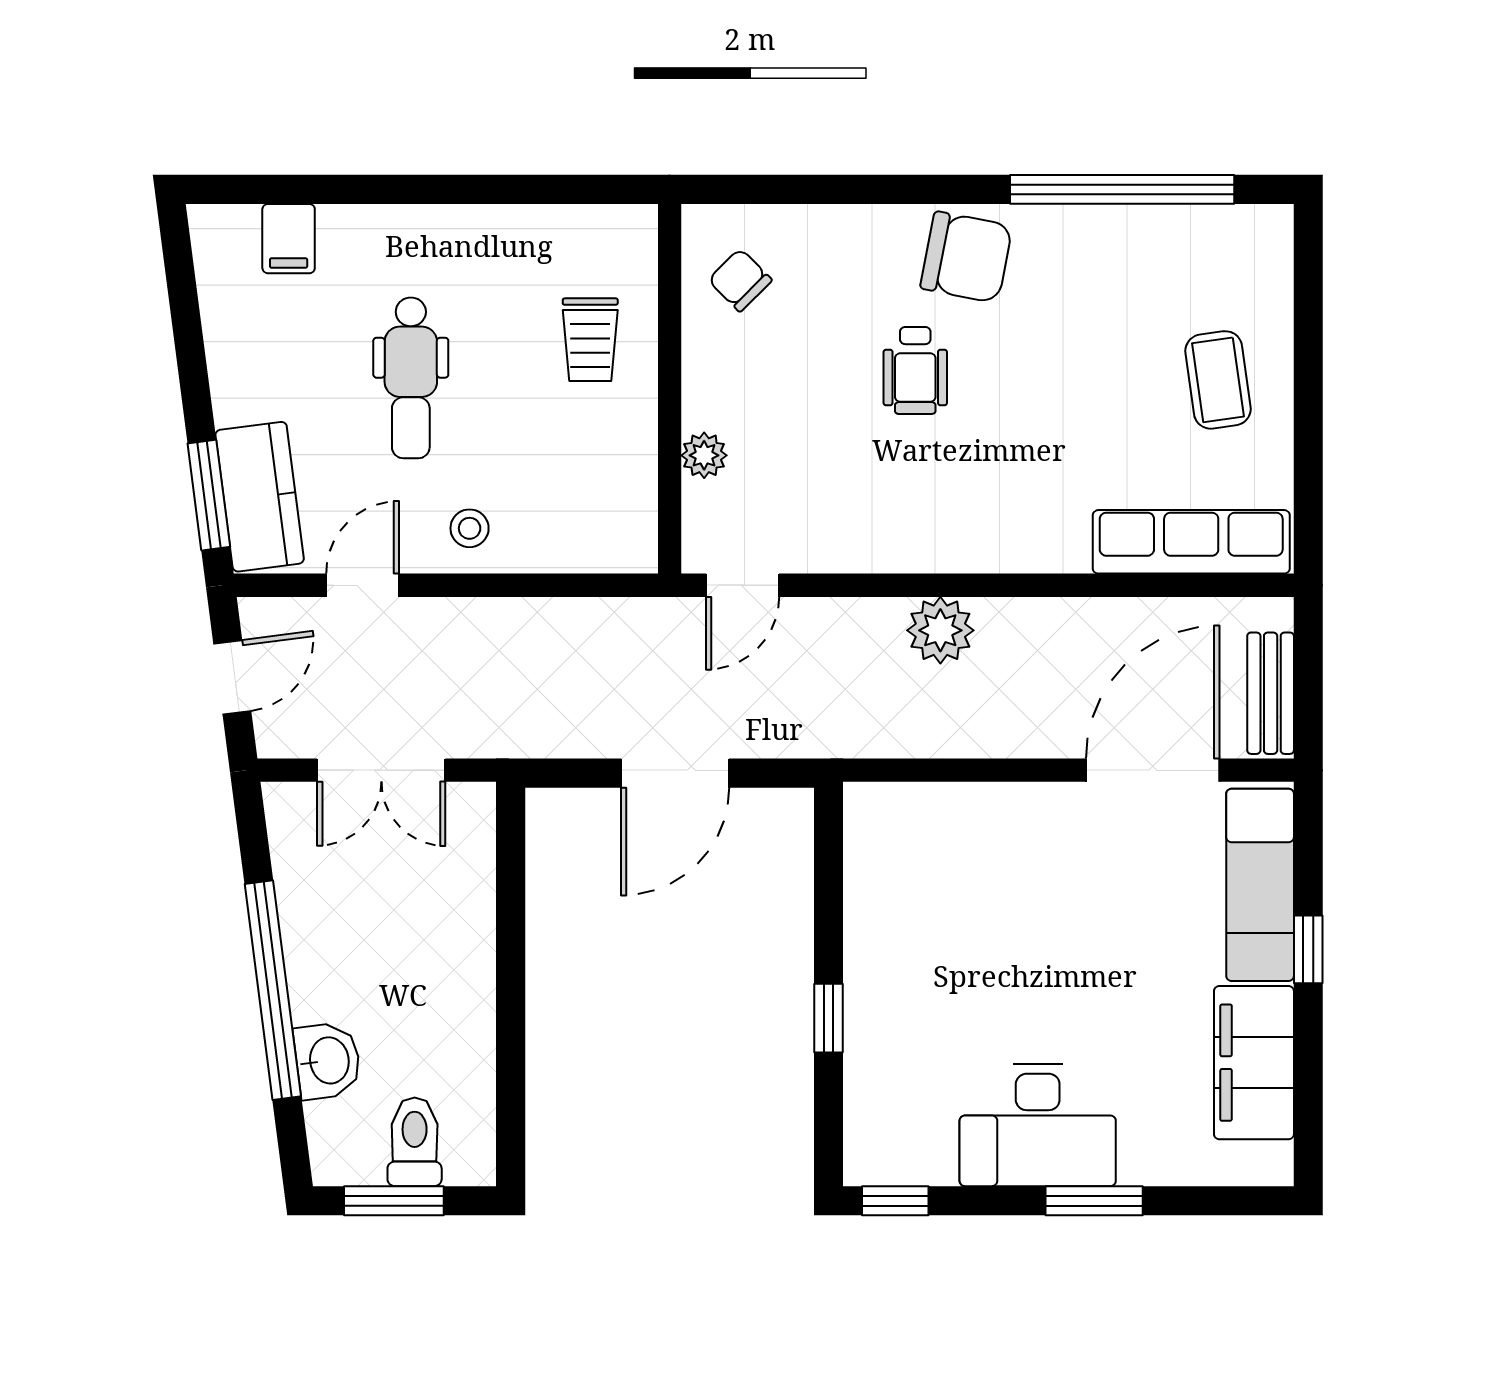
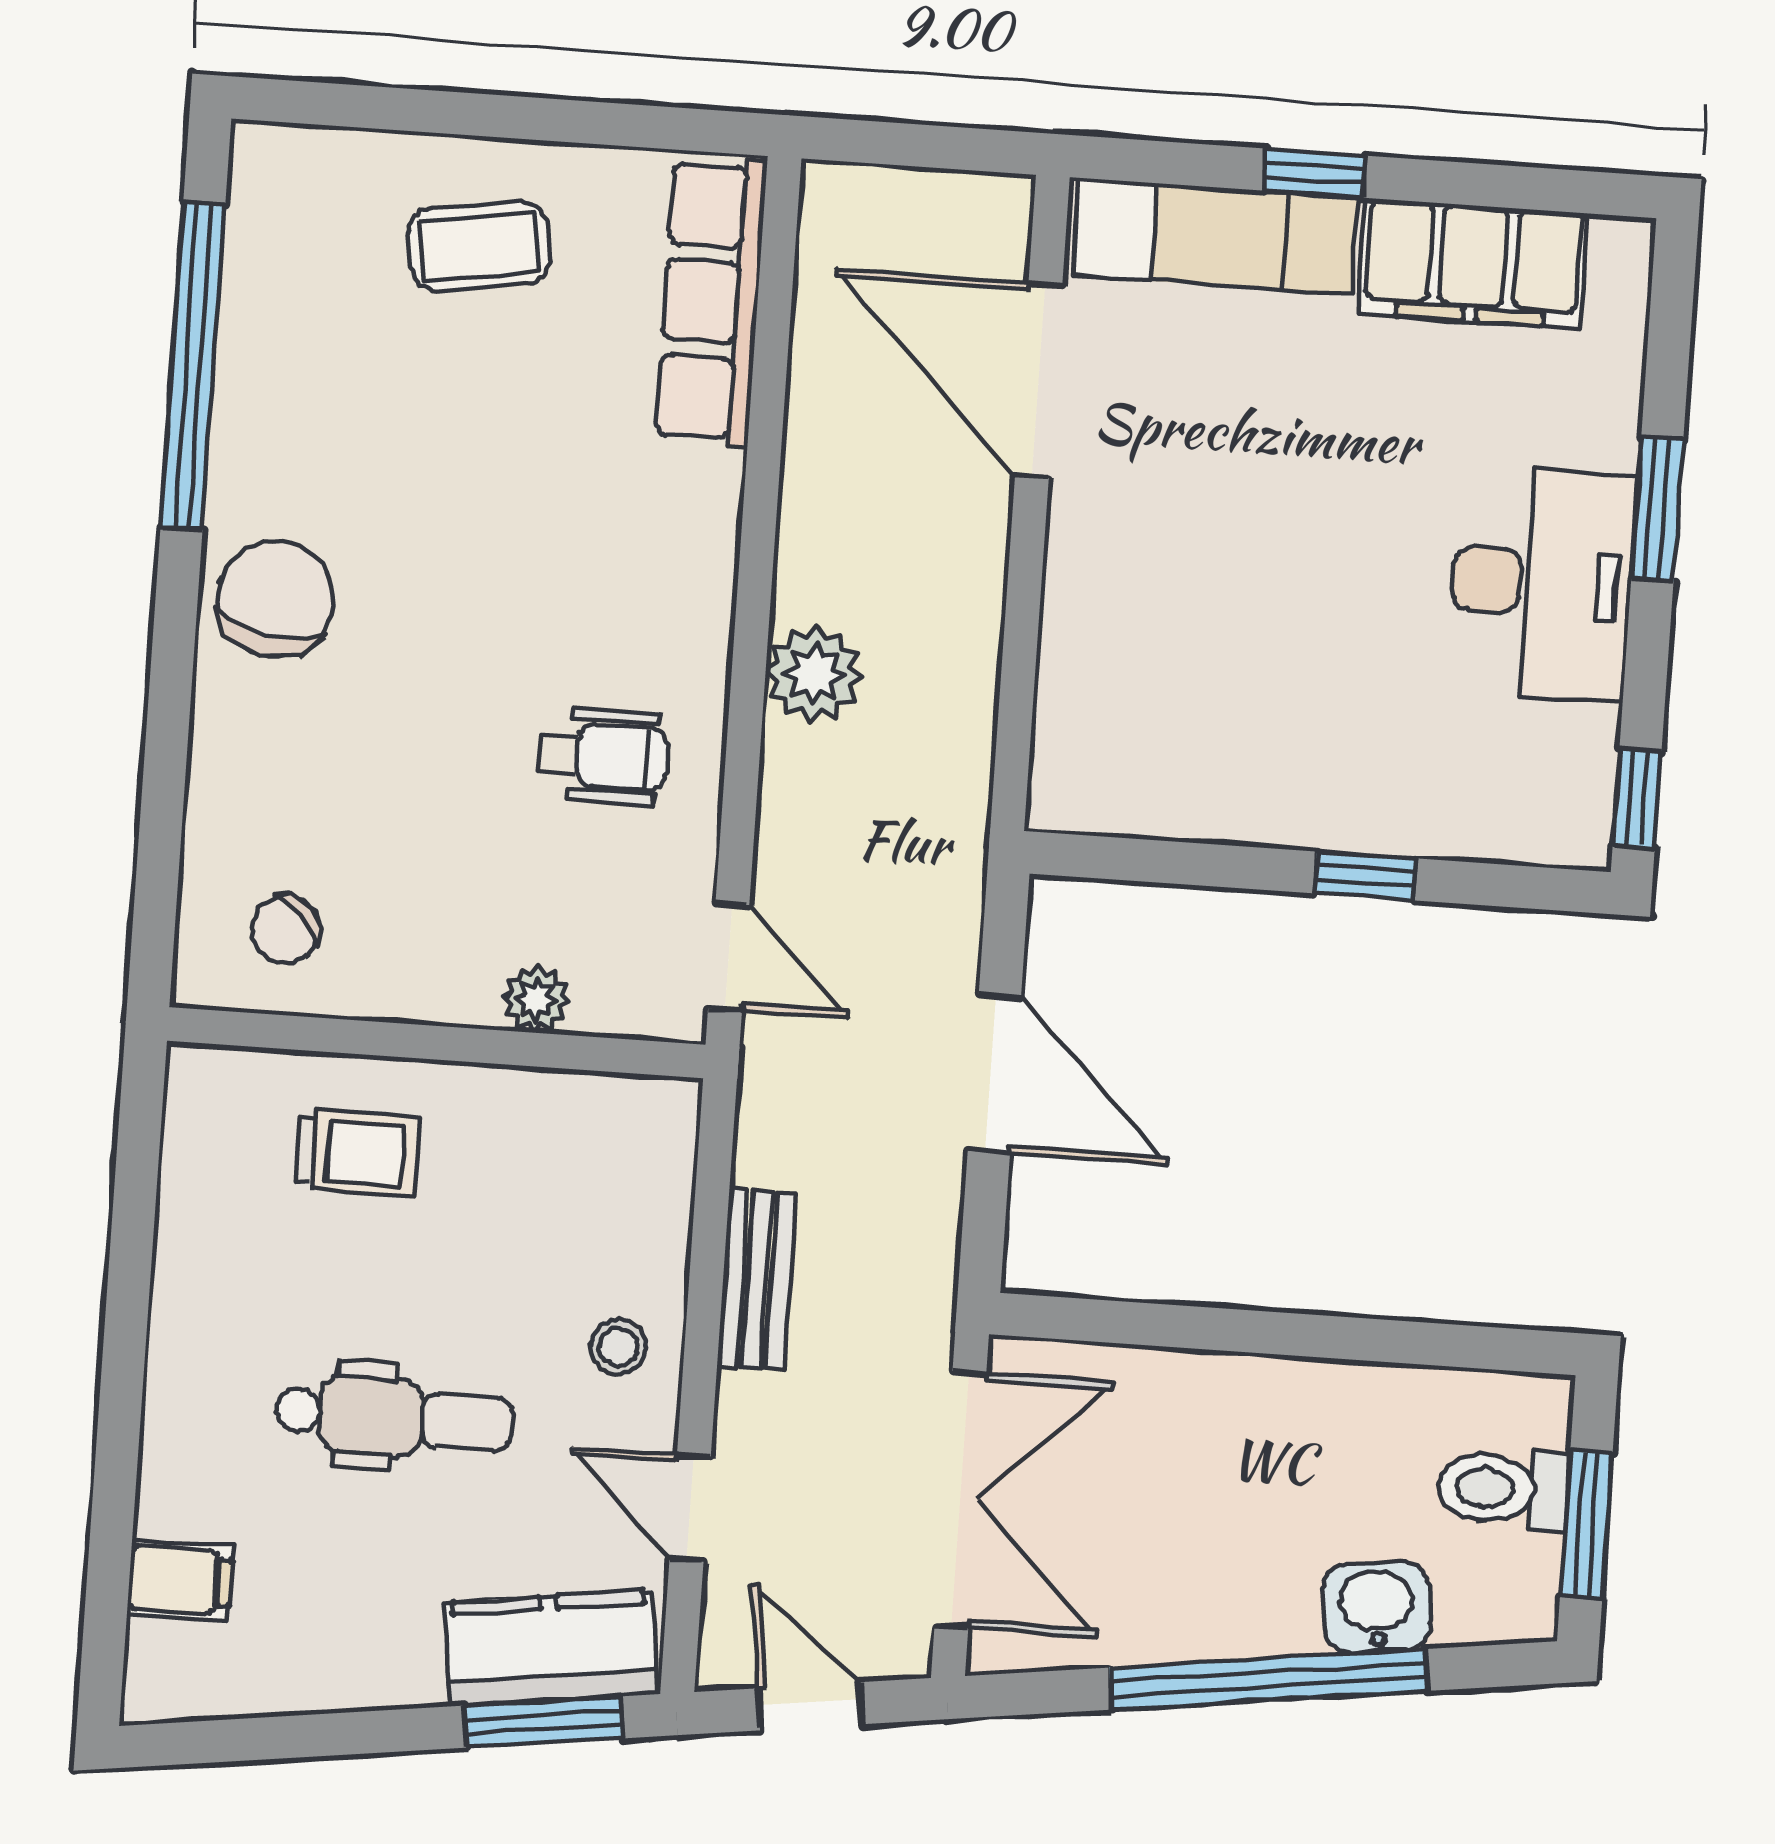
wheelchair: (915, 370) -> (603, 756), moved
bench: (1271, 693) -> (757, 1279), moved, turned 90
double door: (381, 770) -> (960, 1500), width x1.37

